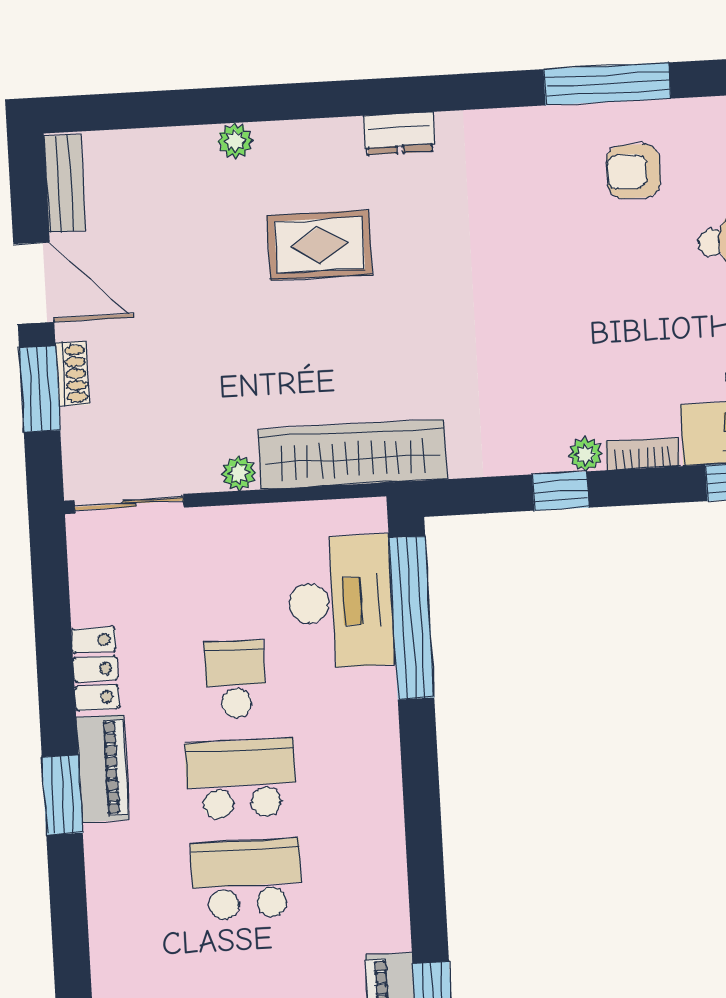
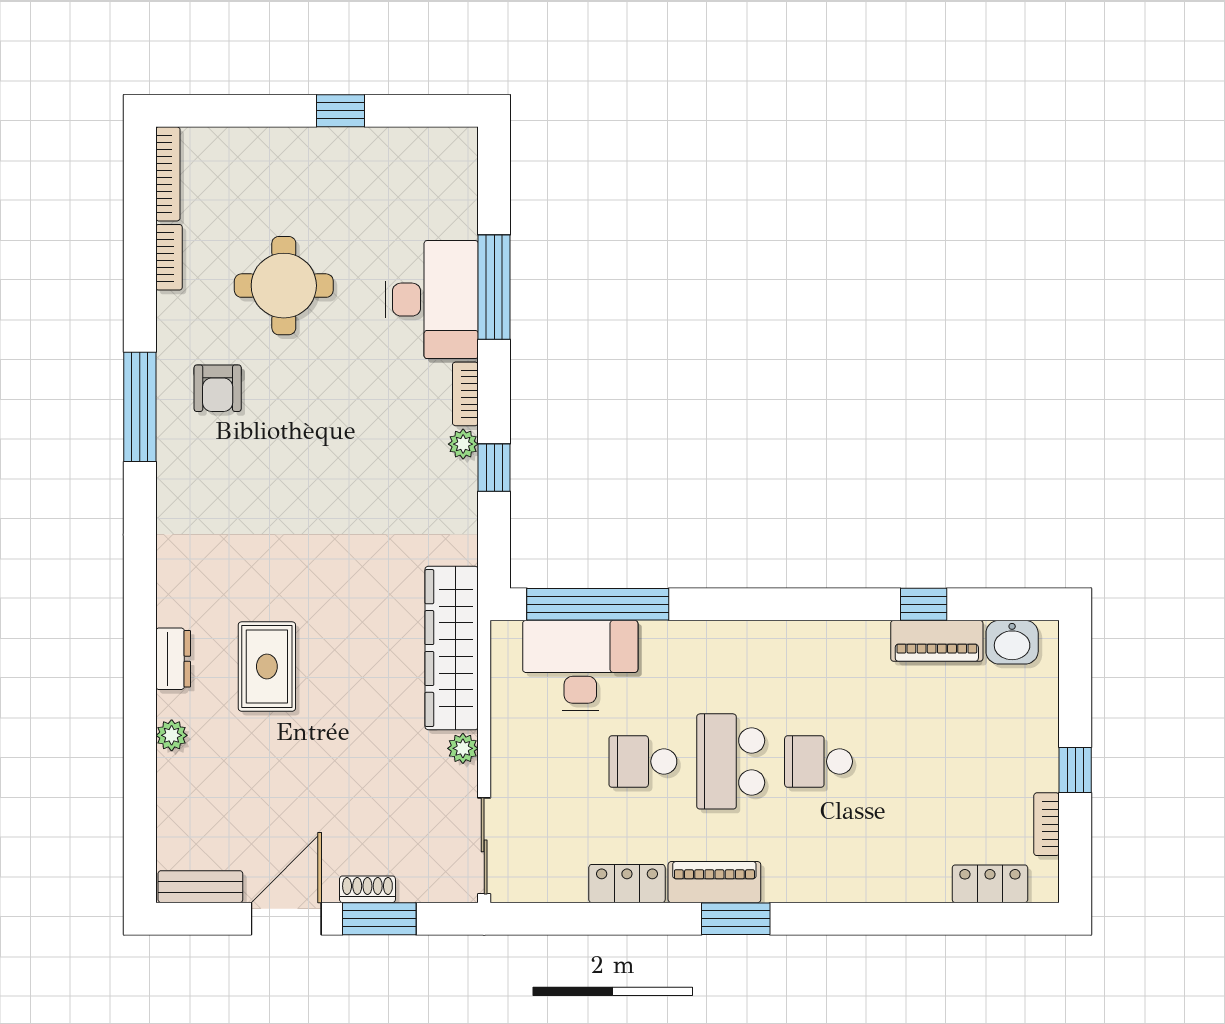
dresser: (399, 133) -> (173, 659), moved
school desk: (247, 879) -> (819, 761), width x0.54

